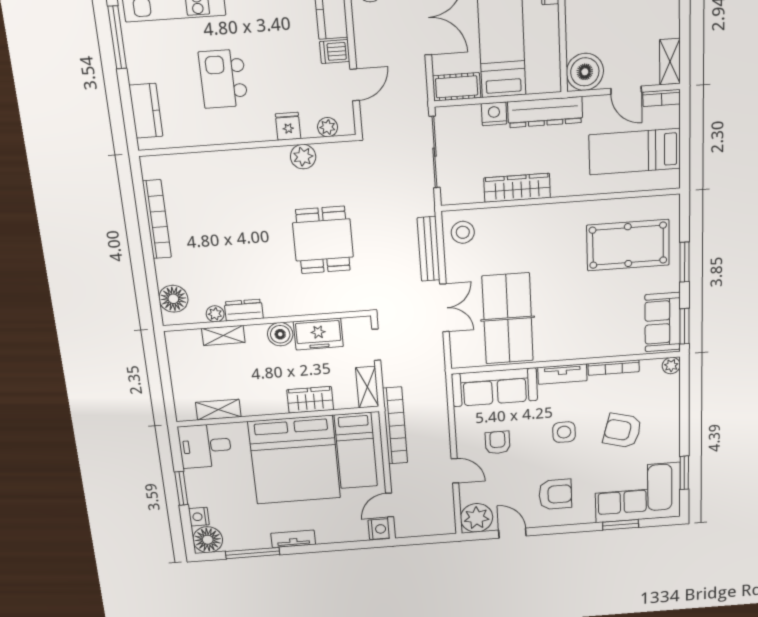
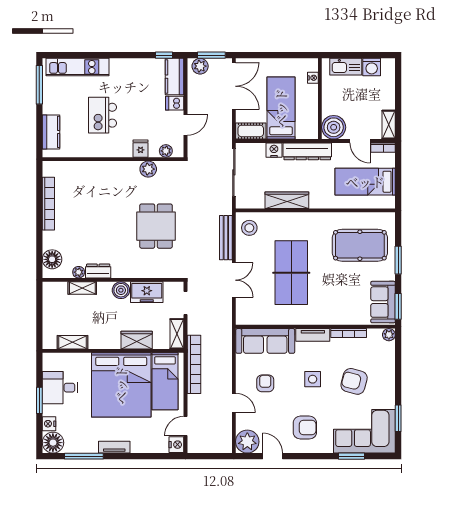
table tennis table: (508, 319) -> (291, 273), moved
desk: (205, 446) -> (60, 388), moved

